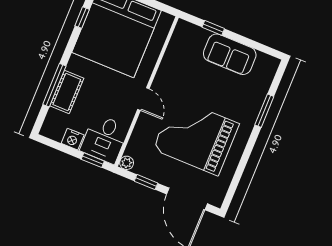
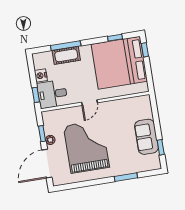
window: (213, 28) -> (161, 147), moved
plant: (127, 163) -> (50, 140), moved

